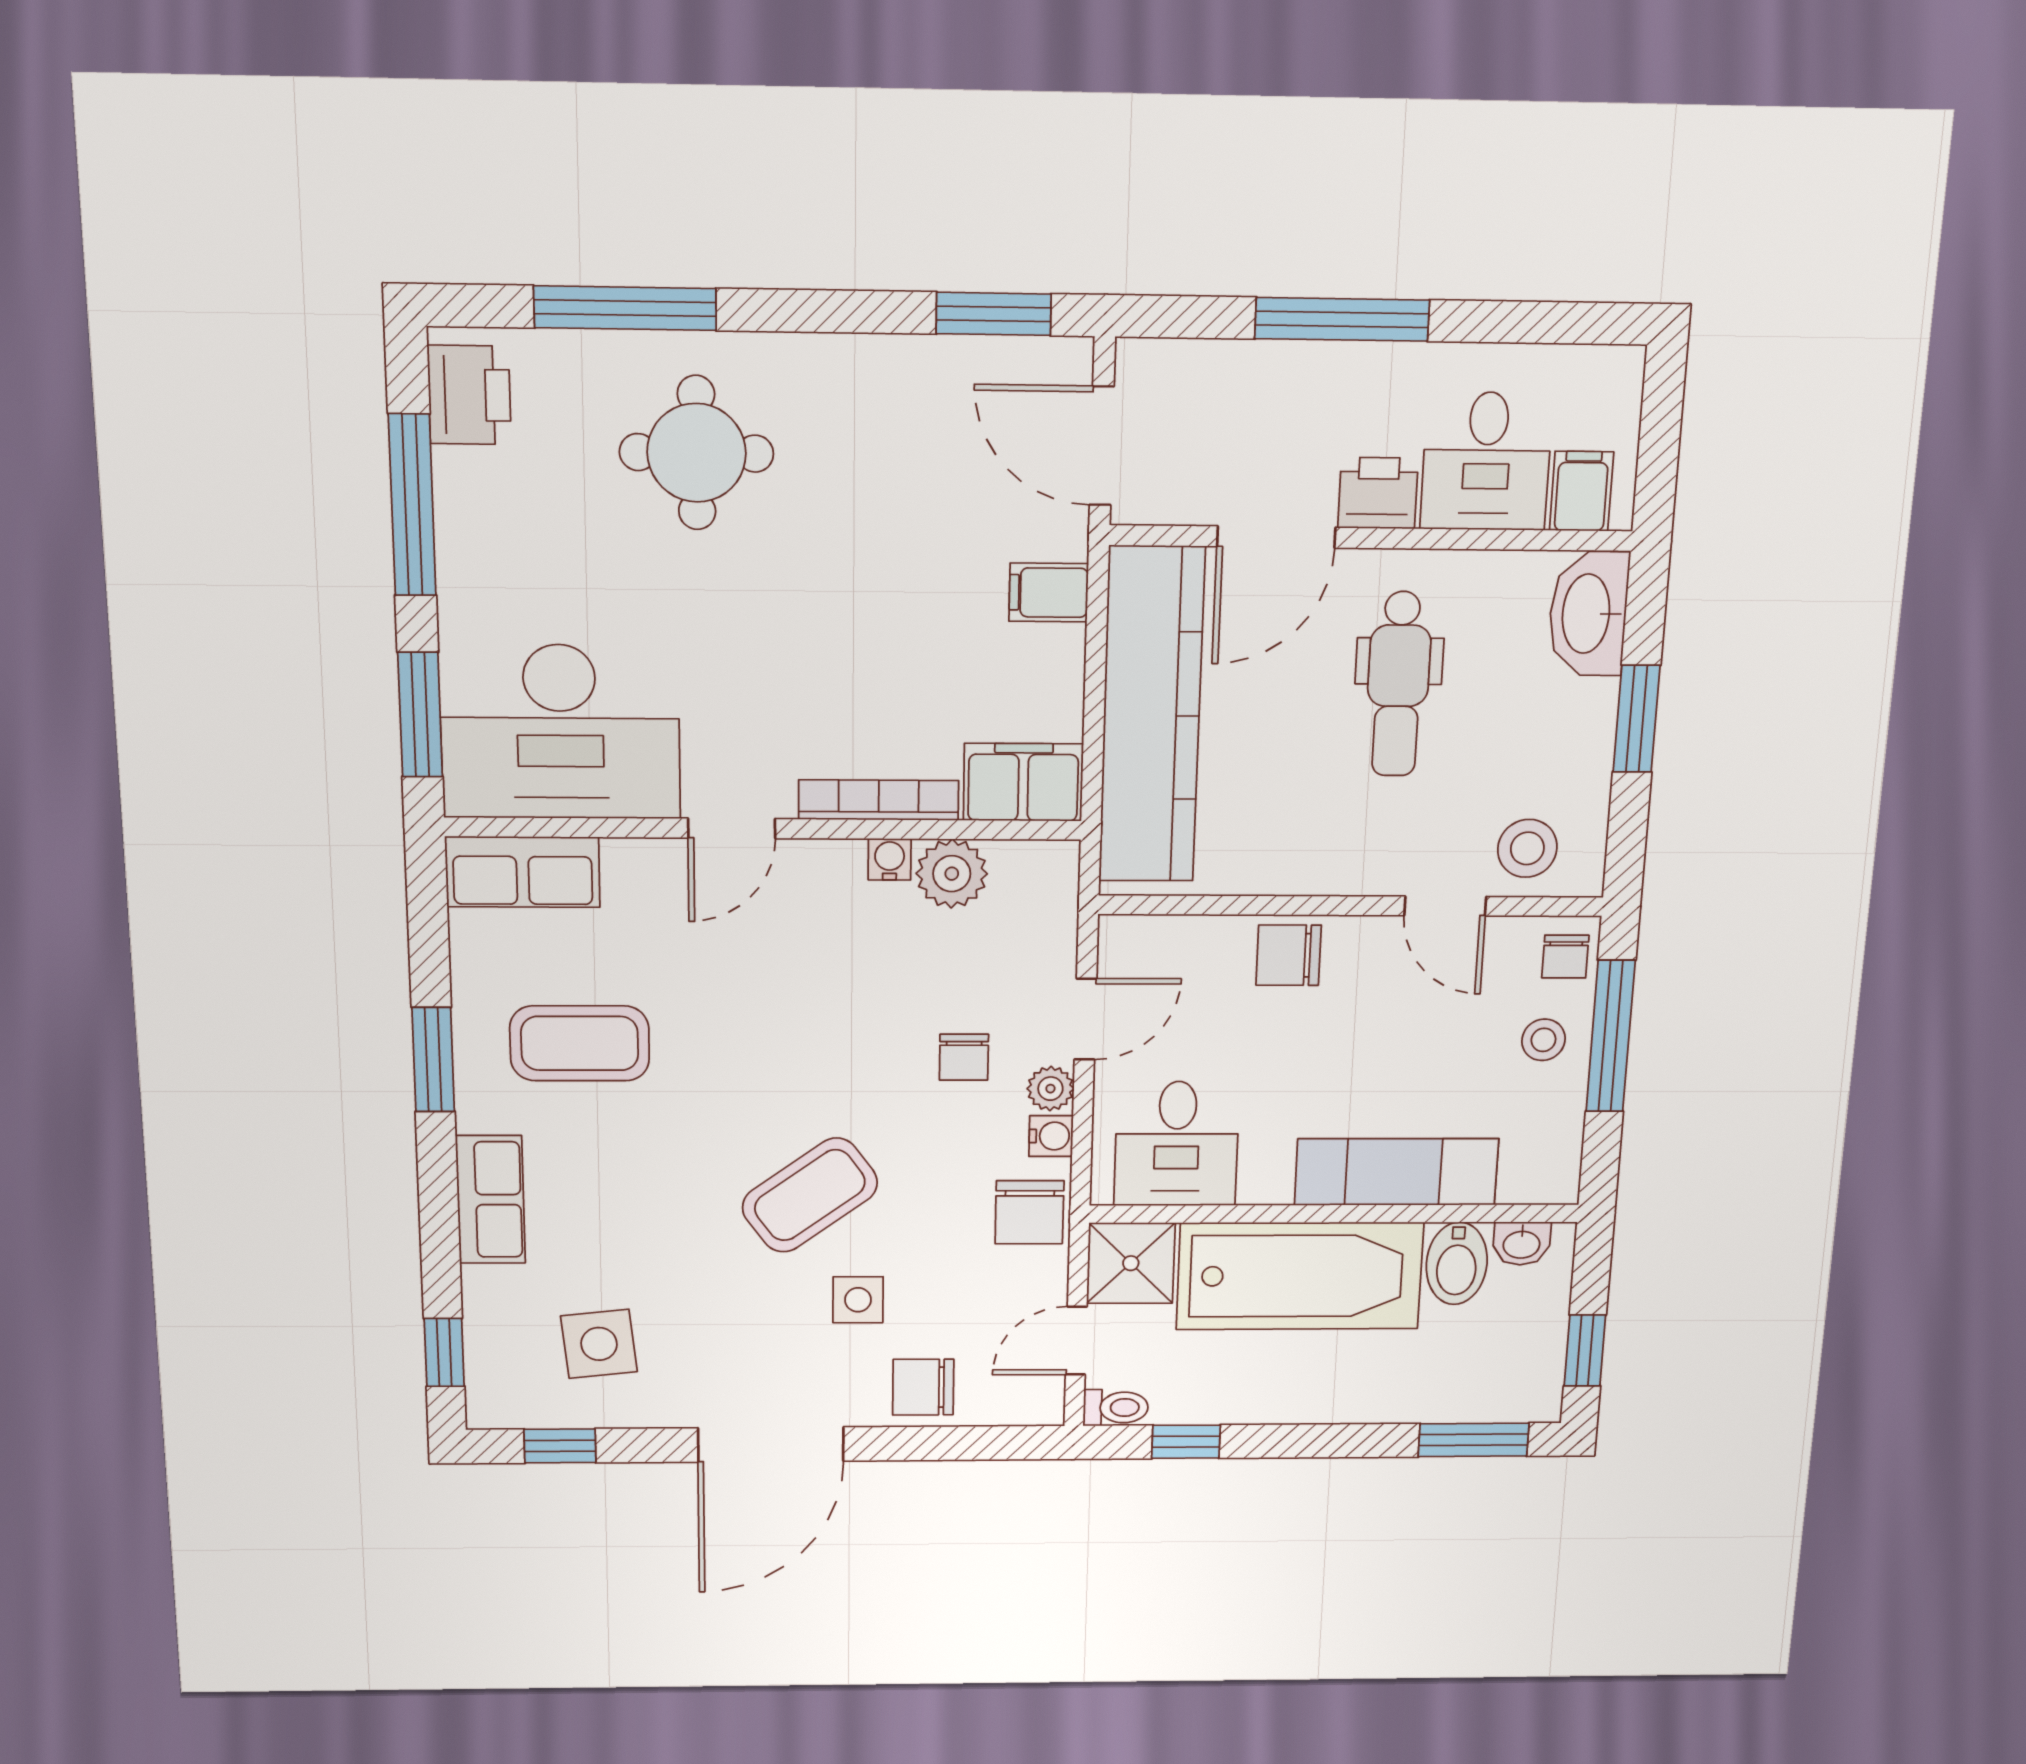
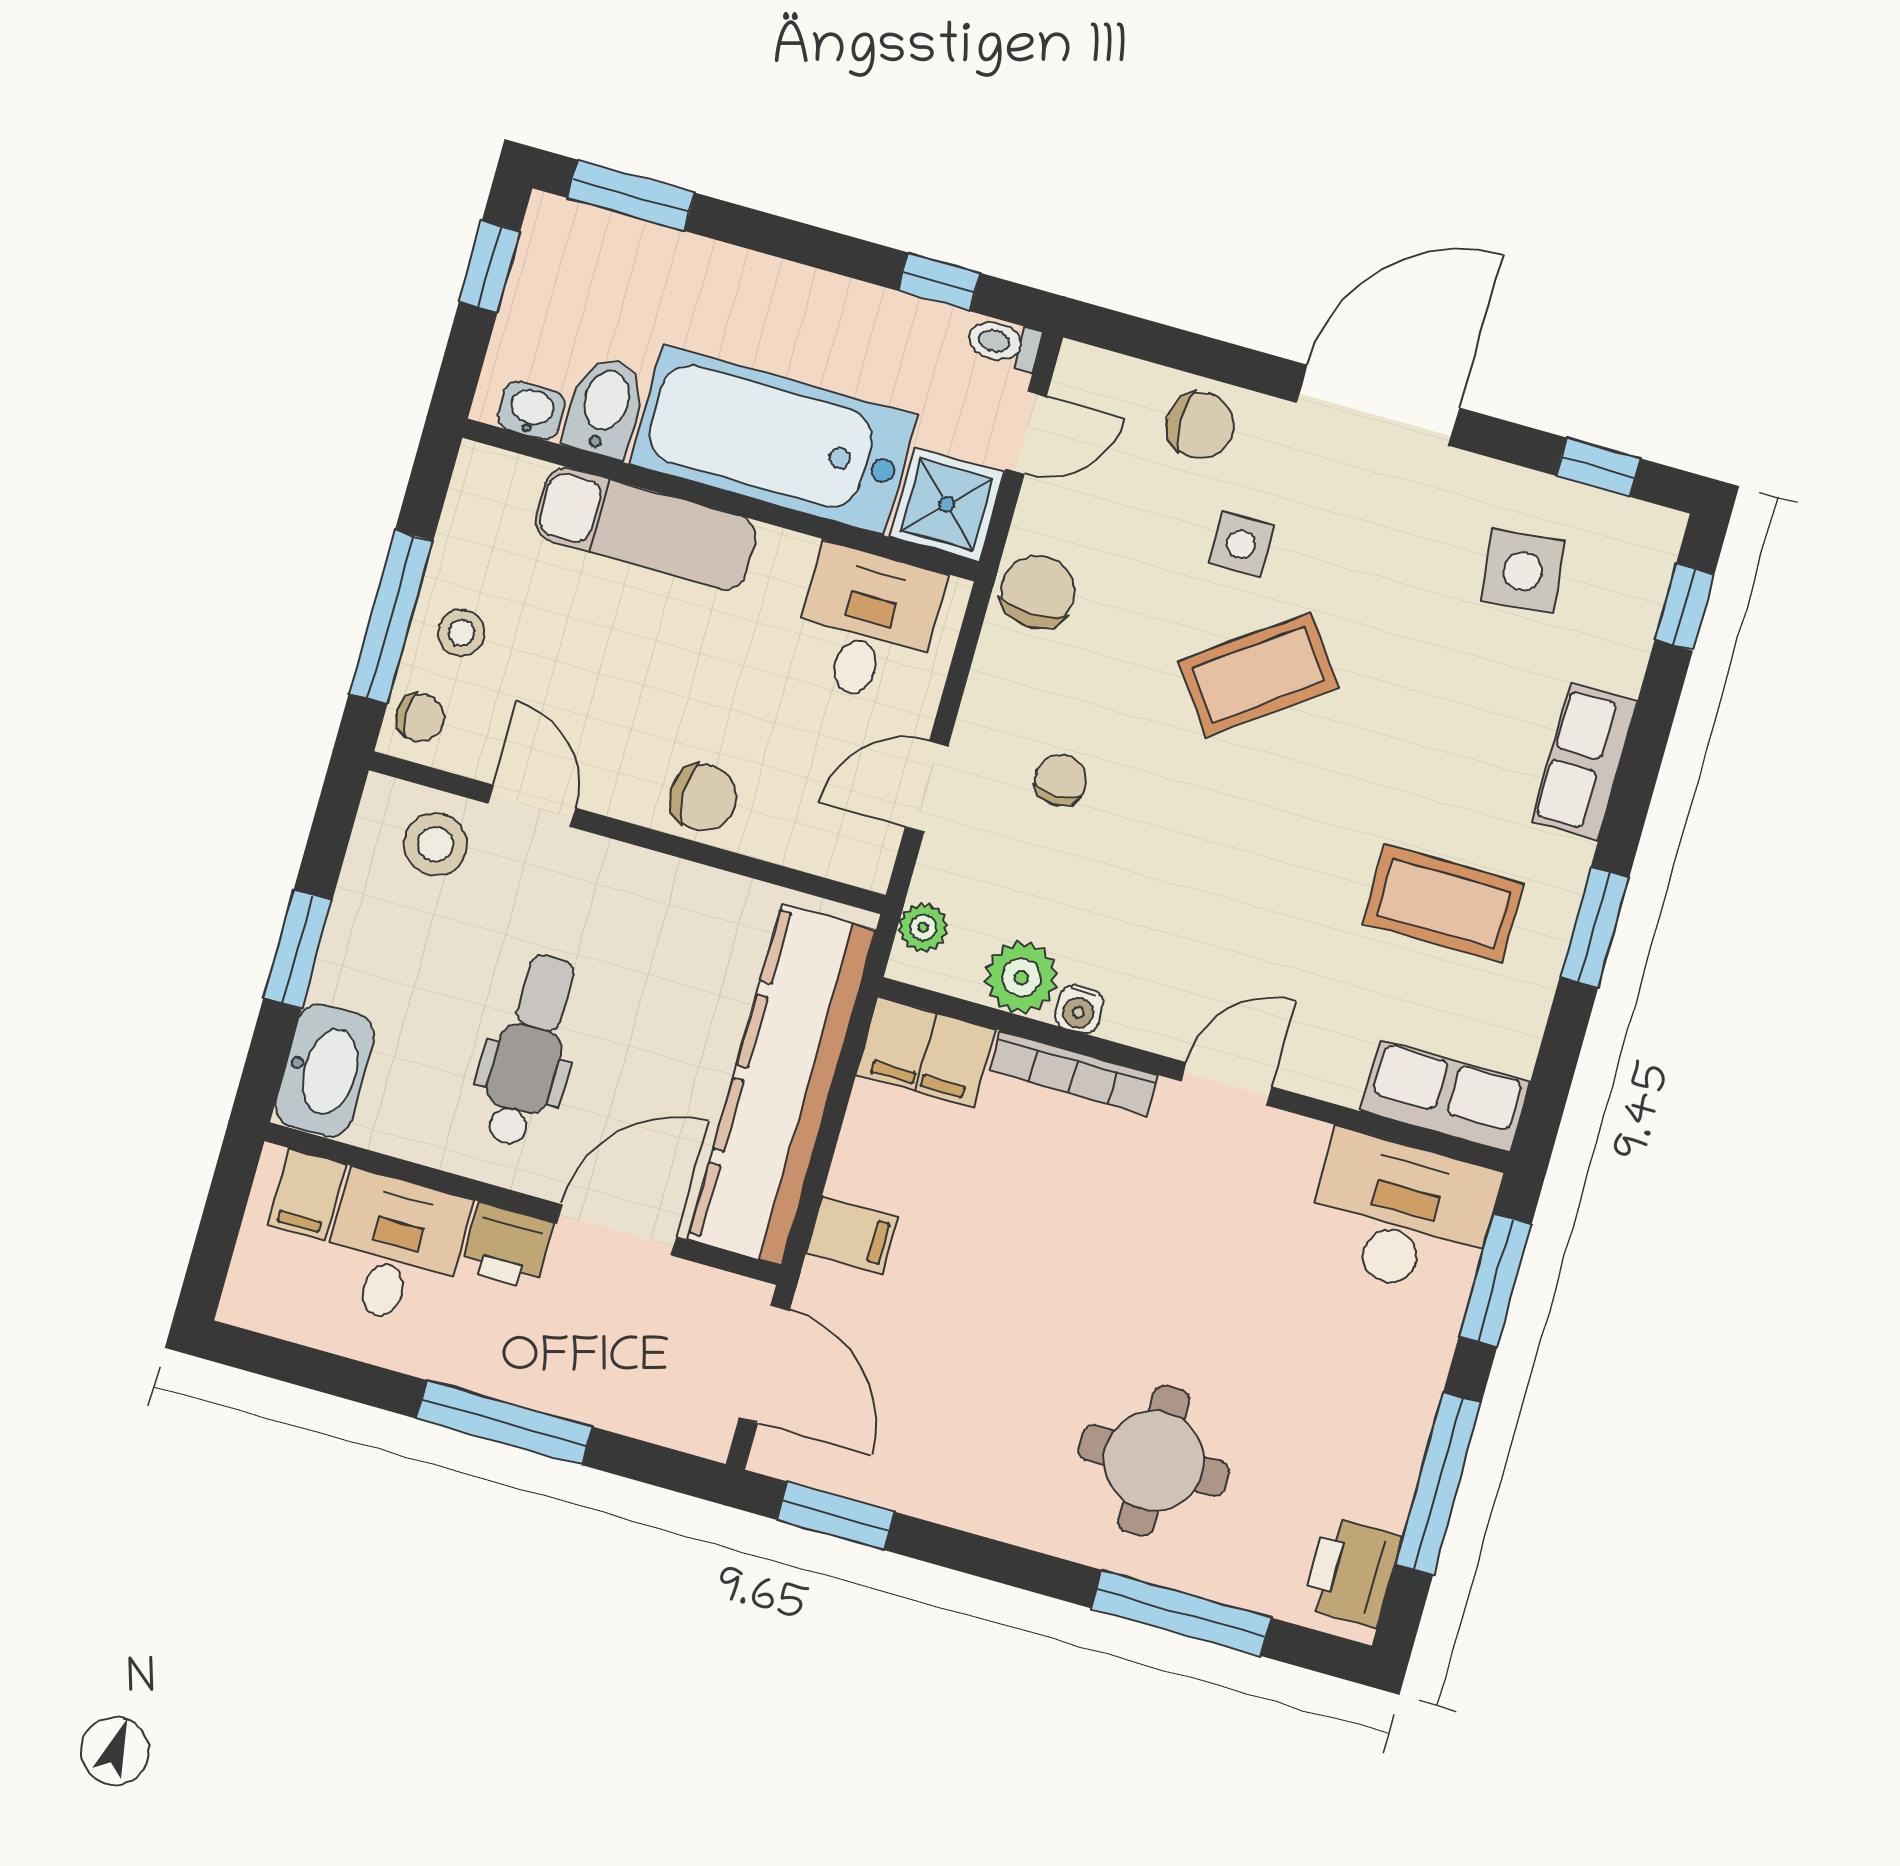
desk: (560, 732) -> (1402, 1215), width x0.73, depth x0.77
chair: (1565, 957) -> (420, 718), turned 90
plant: (1050, 1089) -> (923, 927), moved
water cooler: (1051, 1136) -> (994, 670), removed

